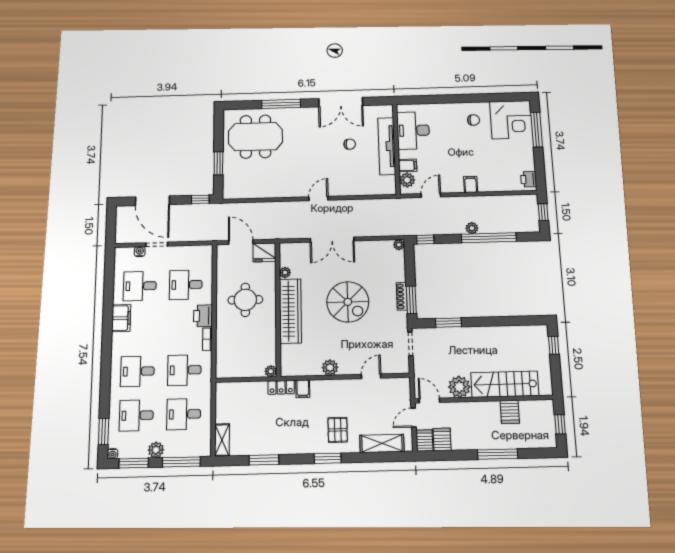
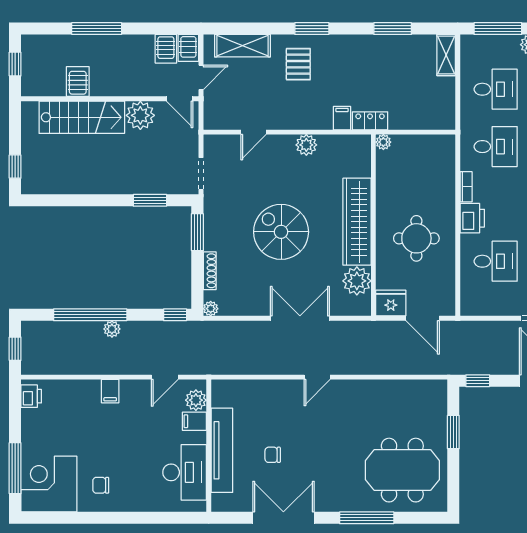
plant: (285, 273) -> (357, 281), width x1.88, depth x1.88
shoe rack: (402, 296) -> (210, 271), moved

